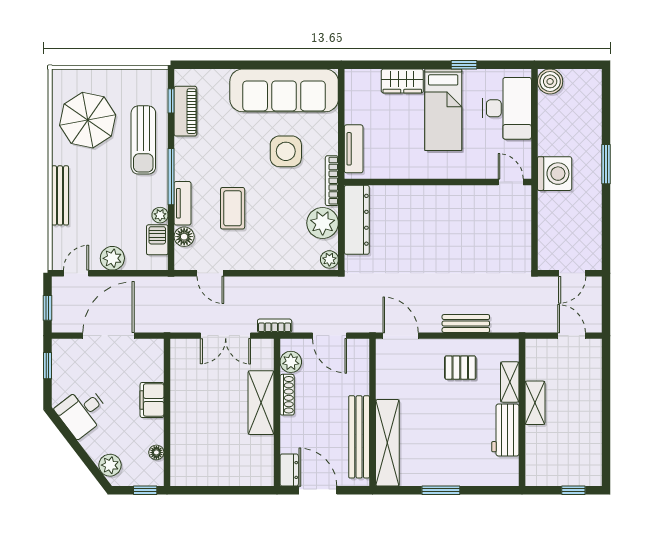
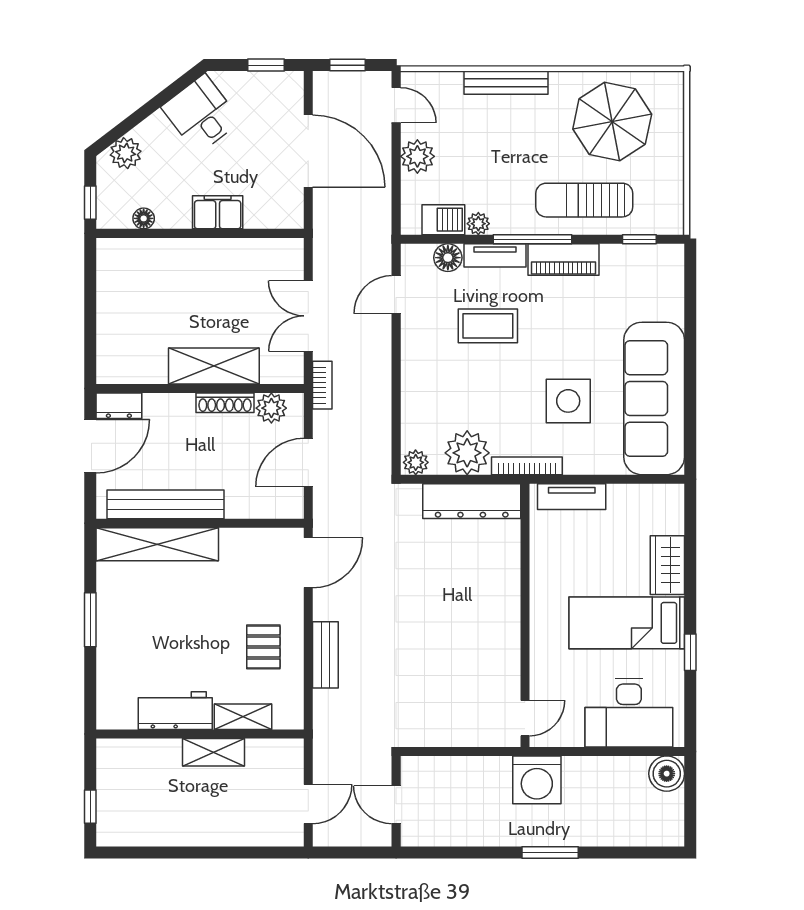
piano: (185, 111) -> (564, 259), moved

